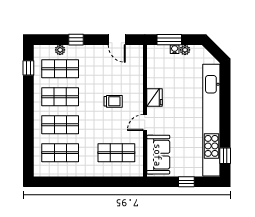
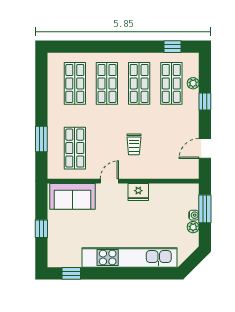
kitchen unit: (211, 120) -> (129, 258), width x0.73
door: (145, 123) -> (109, 181), hinge flipped
window: (108, 182) -> (41, 139), added

